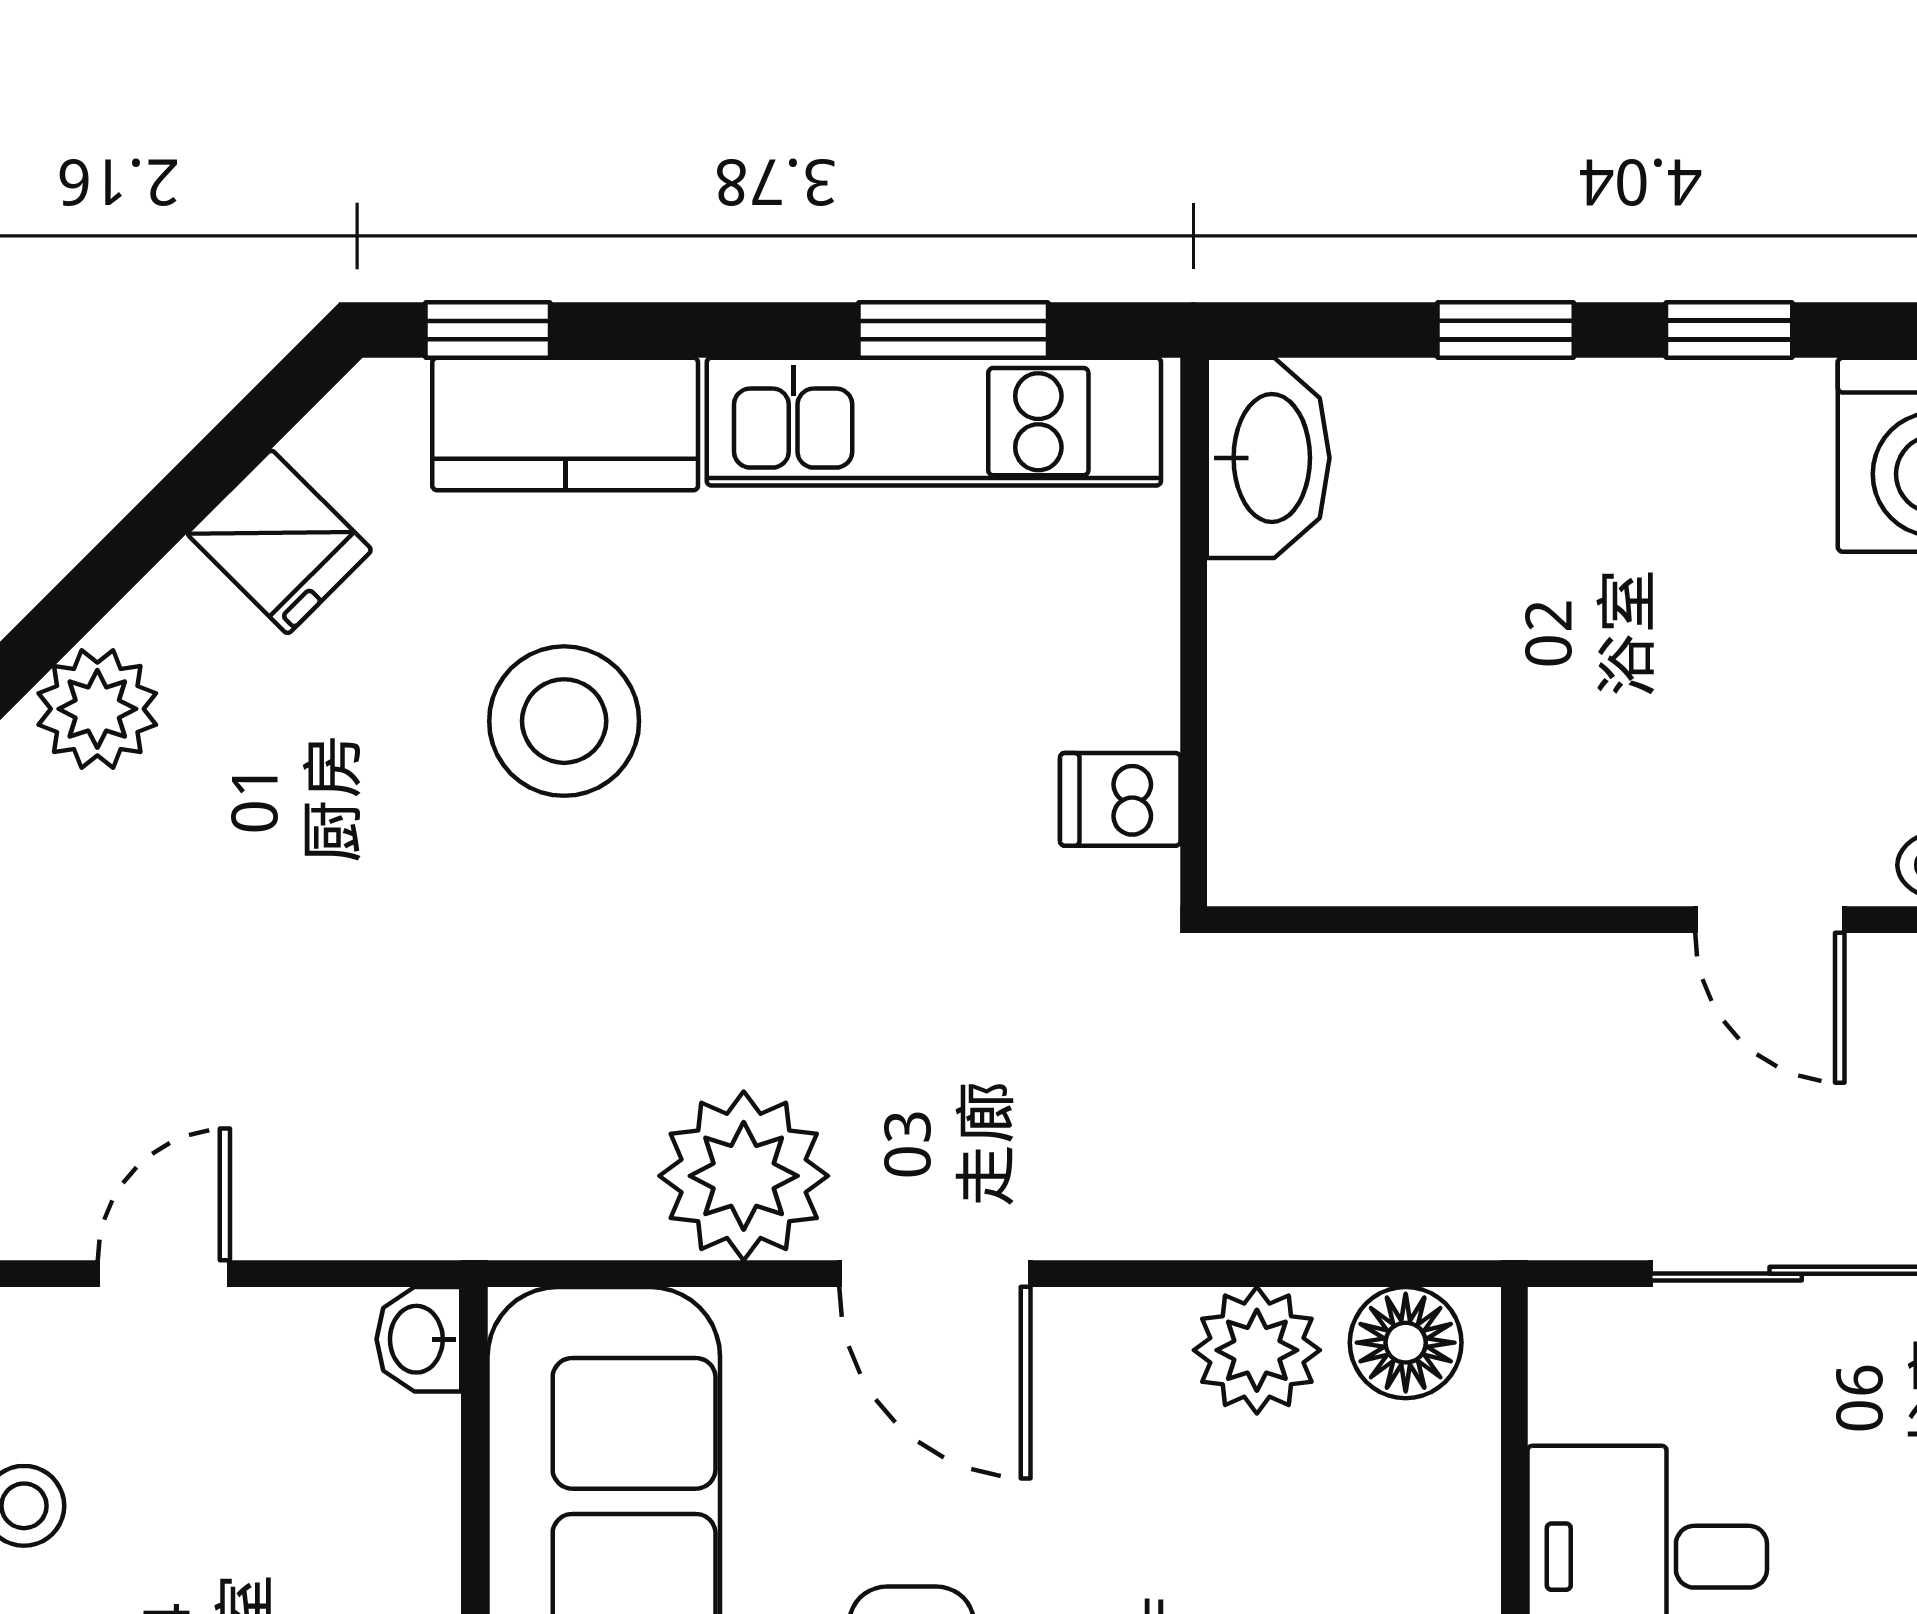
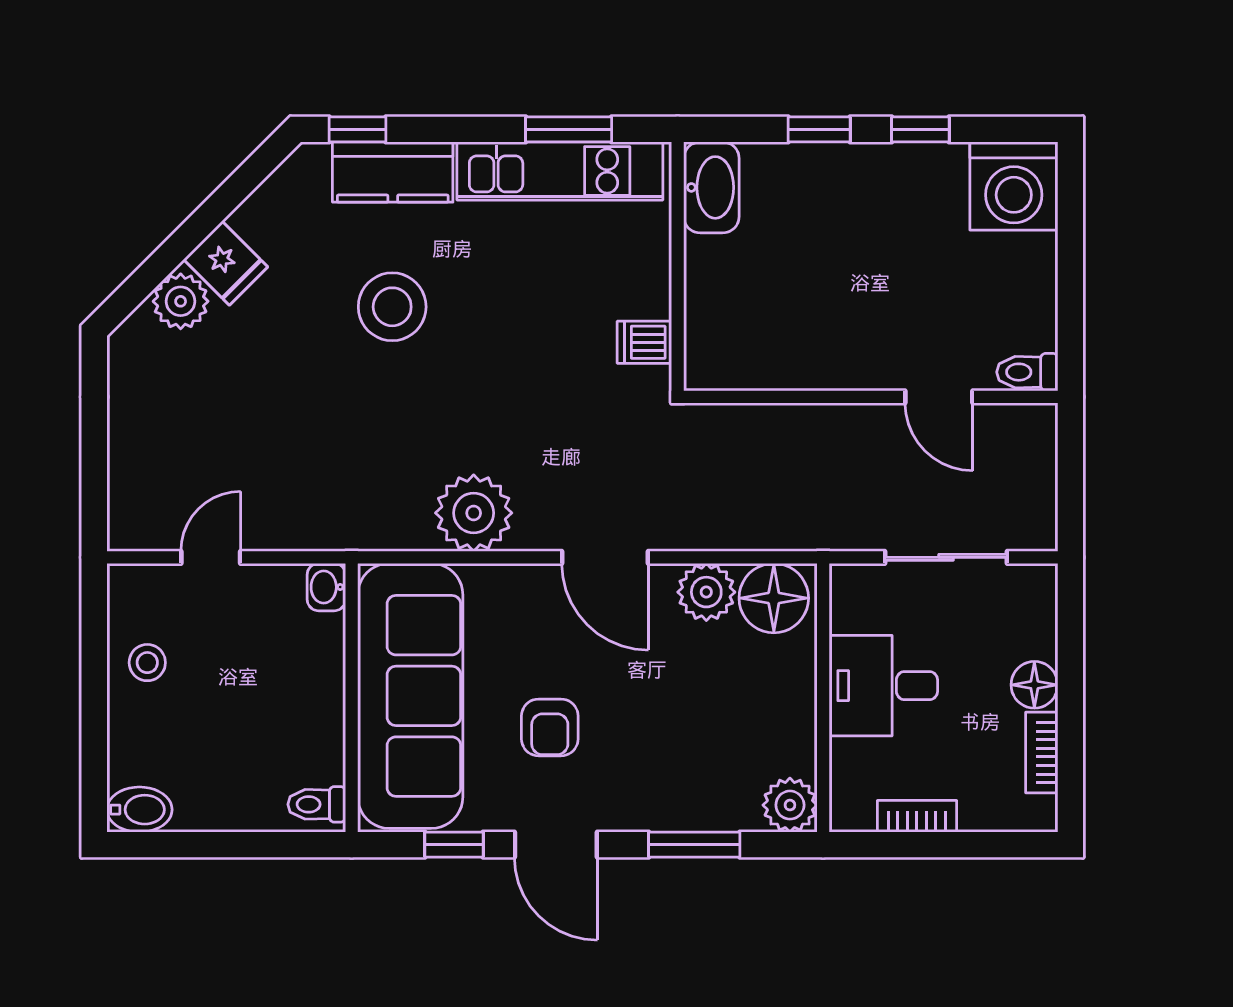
fridge: (279, 542) -> (226, 263), moved
door: (935, 1274) -> (605, 557), moved
floor lamp: (1406, 1343) -> (774, 598), width x1.38, depth x1.38

